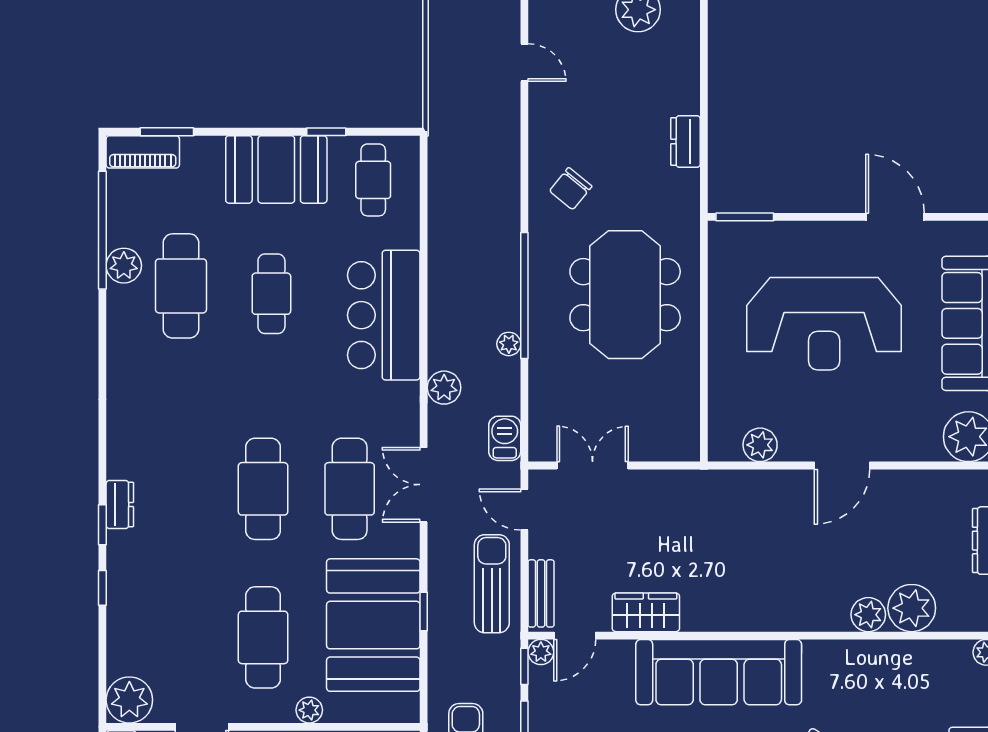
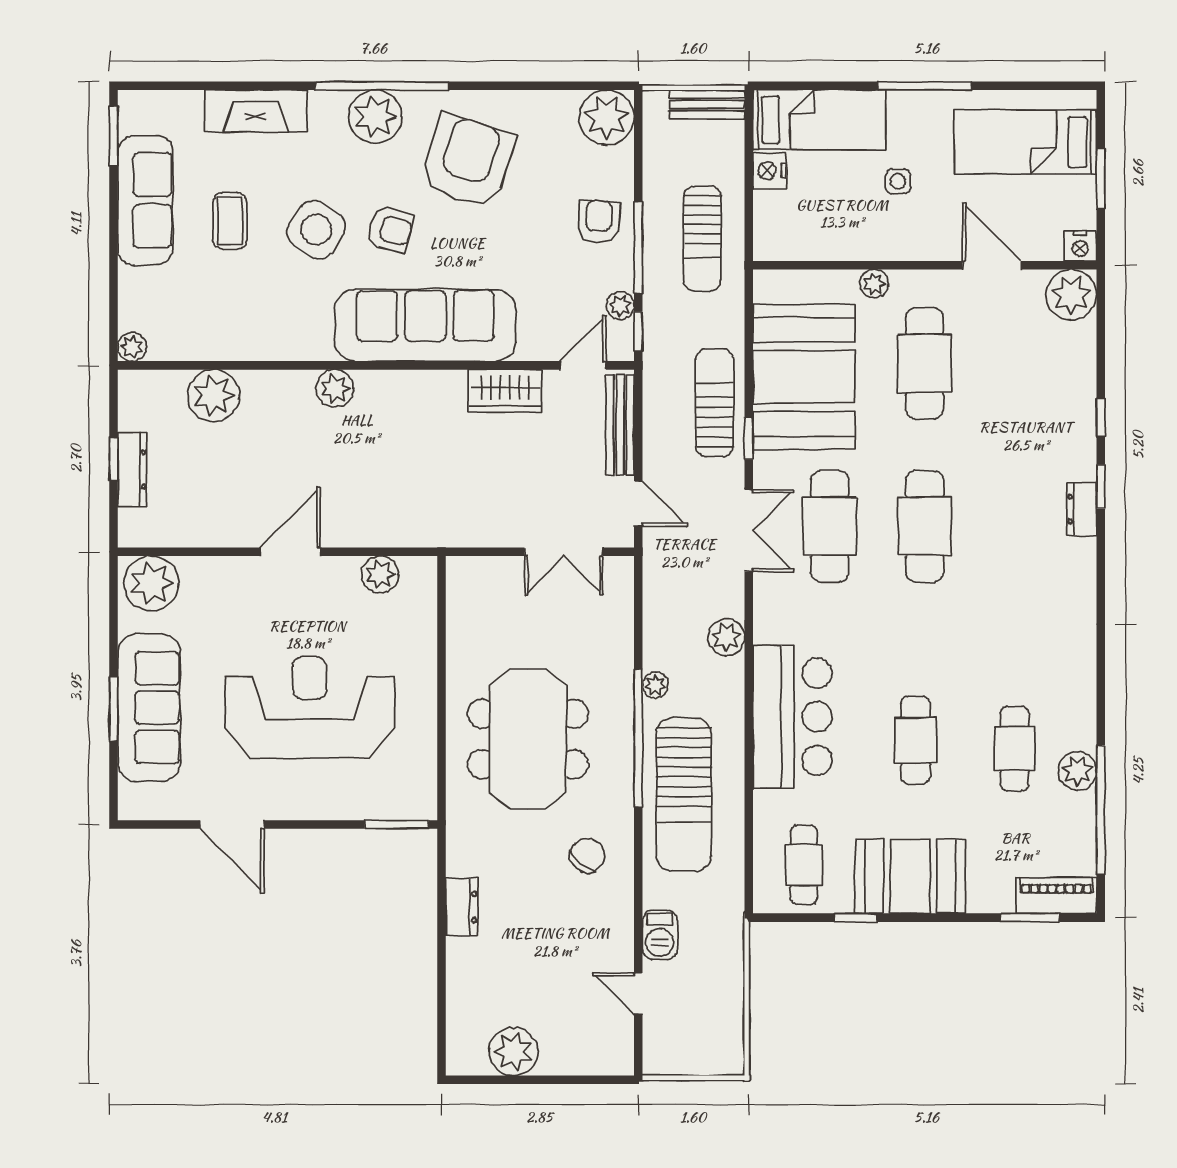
sun lounger: (483, 244) -> (684, 795), added
cafe table: (181, 286) -> (1015, 749), width x0.73, depth x0.74
barbecue: (505, 438) -> (660, 935), moved
sun lounger: (492, 584) -> (714, 403), moved, turned 180
bench: (541, 593) -> (620, 425), width x1.36
window: (424, 612) -> (749, 438), moved
plant: (868, 615) -> (335, 388), moved
plant: (541, 652) -> (620, 306), moved

